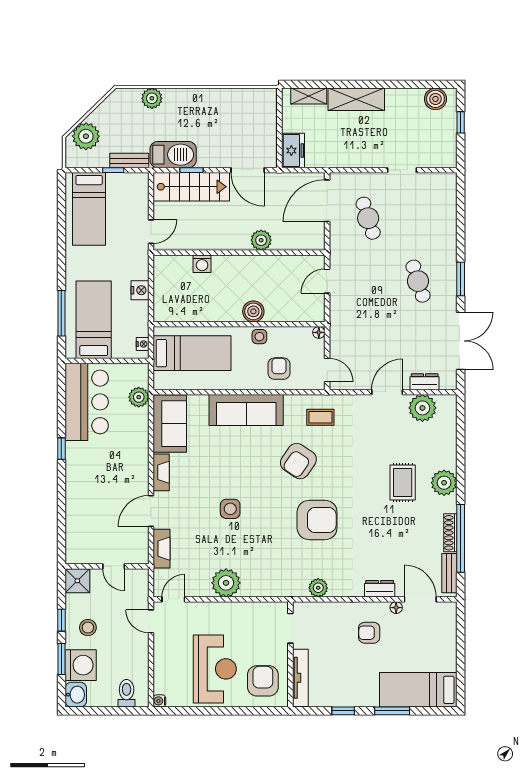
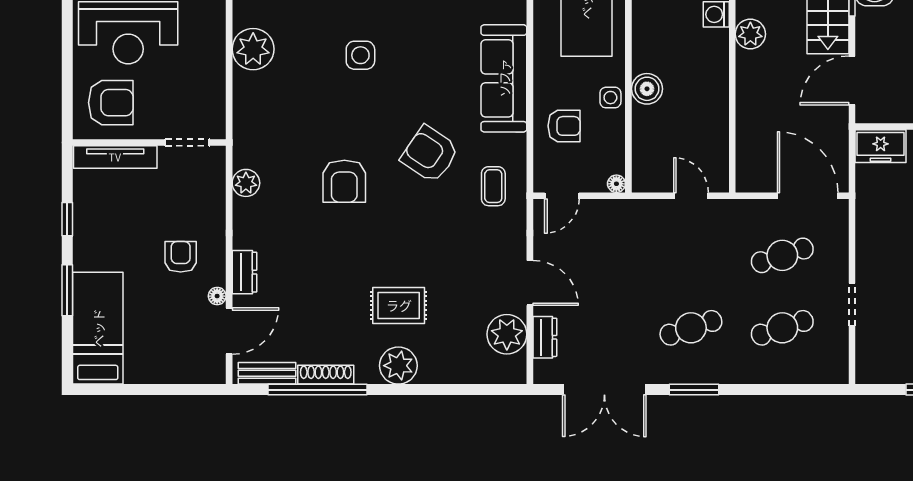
cafe table: (418, 218) -> (782, 328), added
plant: (261, 240) -> (750, 34), moved
armchair: (317, 520) -> (344, 181), width x0.73, depth x0.73

